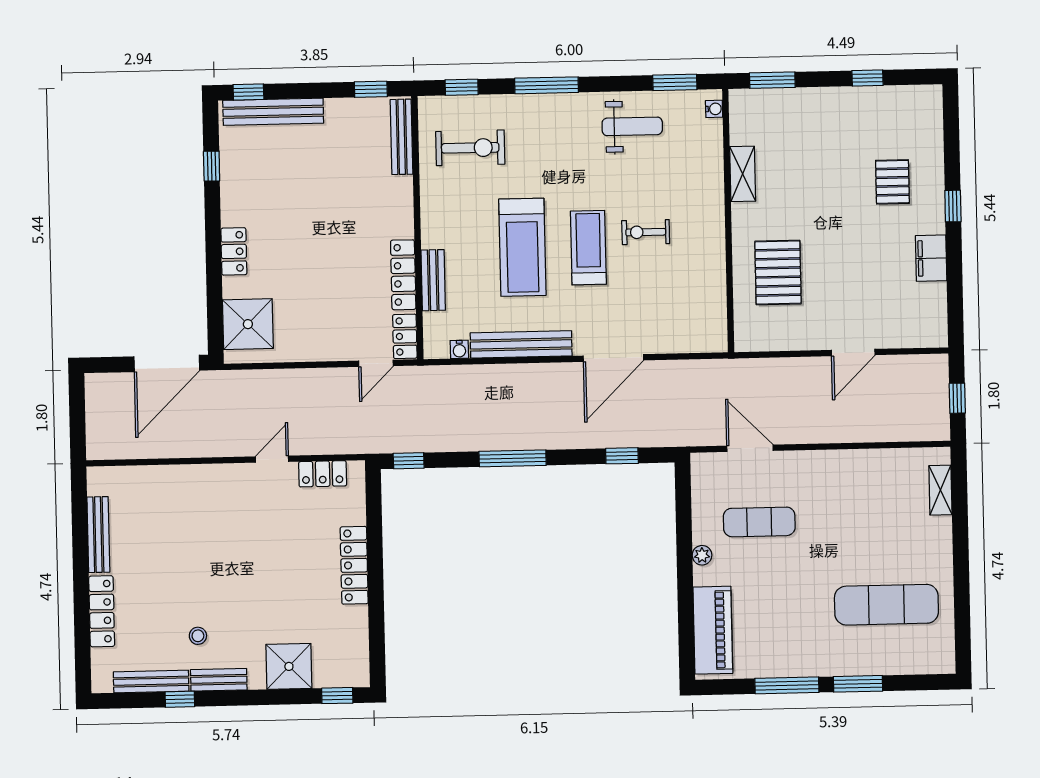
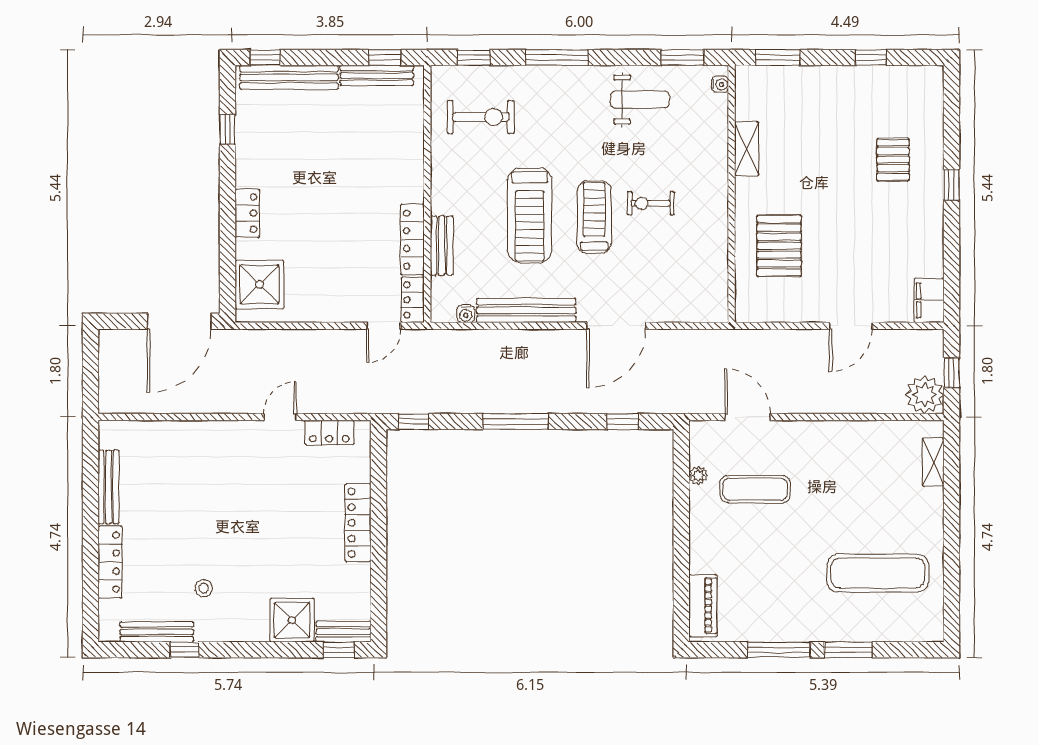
bench: (402, 137) -> (377, 75), moved, turned 90
filing cabinet: (931, 258) -> (929, 300), moved
plant: (930, 421) -> (925, 395), added
plant: (702, 555) -> (698, 476), moved
piano: (713, 630) -> (703, 606), width x0.73, depth x0.75
bench: (219, 680) -> (344, 632), moved

